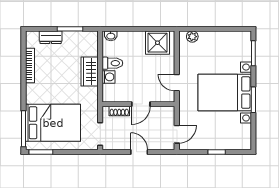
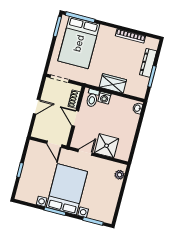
dresser: (51, 37) -> (148, 63), width x1.44
shower: (157, 43) -> (107, 146), moved
toilet: (112, 63) -> (92, 98), moved
door: (177, 134) -> (54, 144), moved

